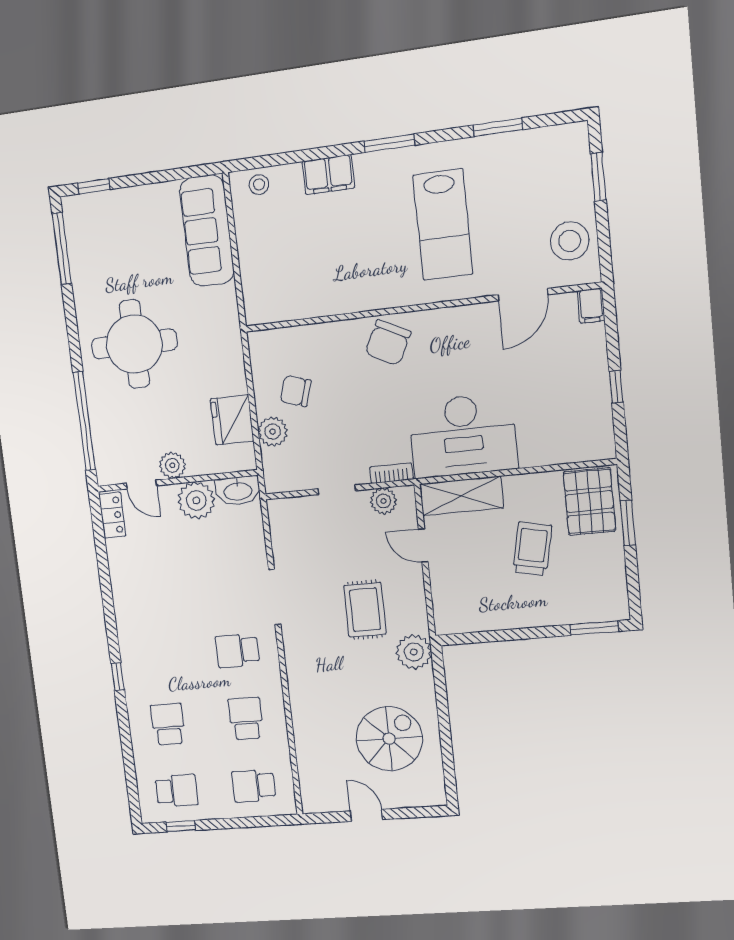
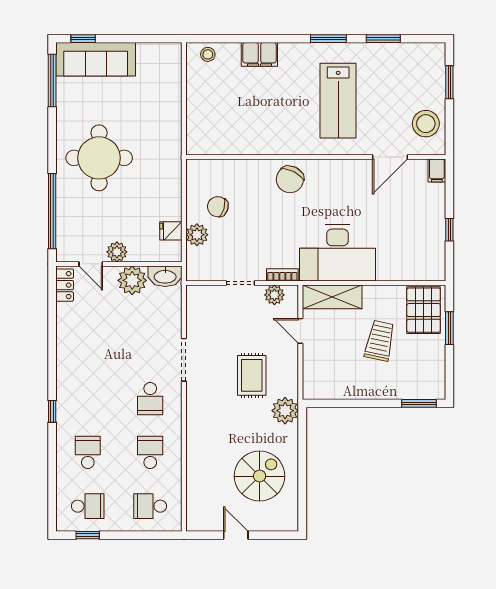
window: (389, 143) -> (328, 39), moved
sofa: (207, 231) -> (96, 59), moved, turned -90
fridge: (232, 420) -> (171, 231), width x0.53, depth x0.75
school desk: (238, 651) -> (150, 399), turned -90

